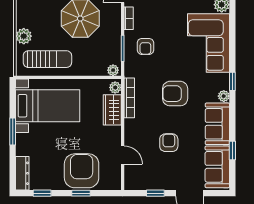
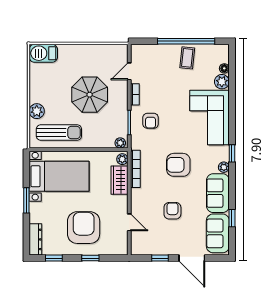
armchair: (82, 171) -> (84, 228), moved

